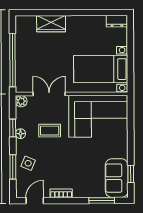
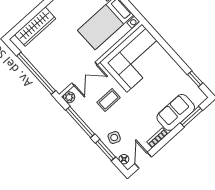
wardrobe: (51, 24) -> (35, 27), width x1.50
double door: (49, 94) -> (84, 74), swing flipped
window: (13, 128) -> (80, 122), width x2.17
floor lamp: (20, 134) -> (124, 159), moved
sofa: (117, 178) -> (176, 112), moved, turned 90

